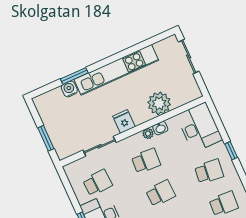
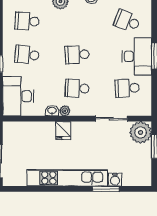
plant: (159, 103) -> (141, 132), moved
fridge: (124, 121) -> (63, 131), moved

